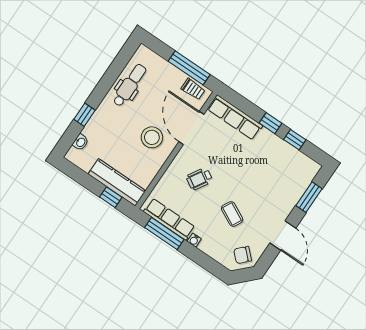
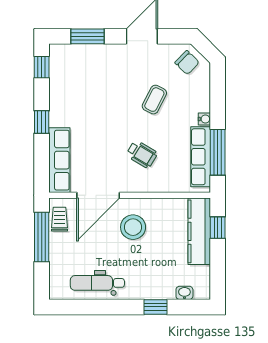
window: (295, 140) -> (42, 67), moved

